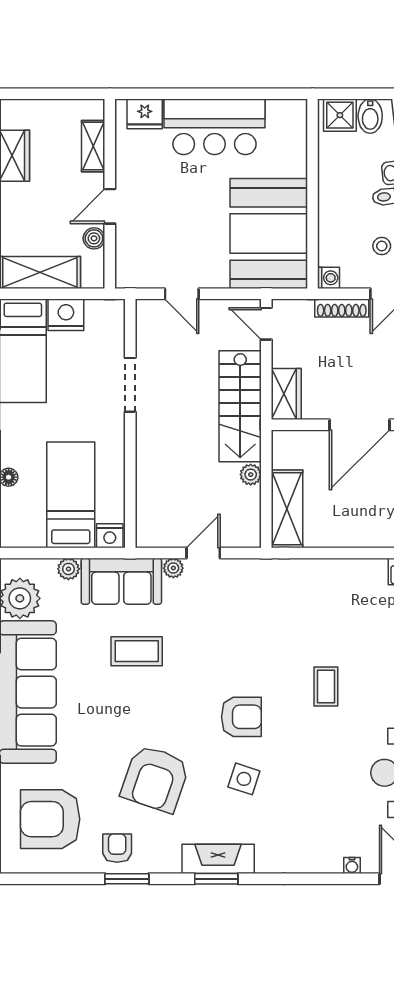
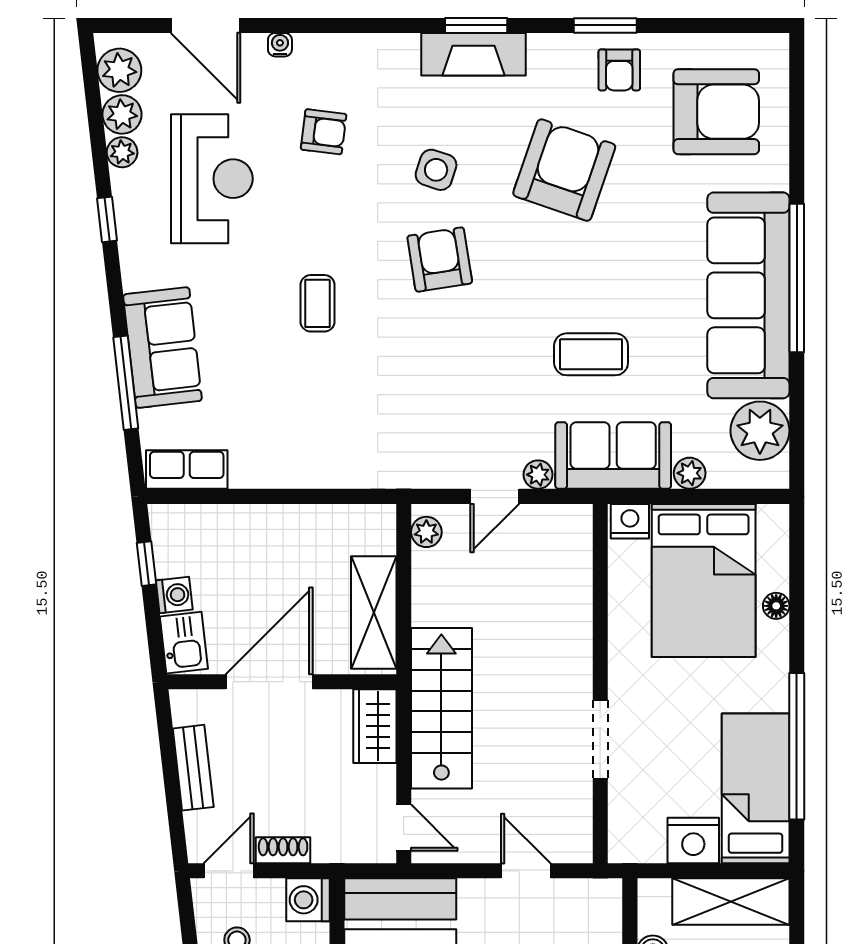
washing machine: (328, 278) -> (308, 900), width x1.38, depth x1.38
shoe rack: (342, 308) -> (283, 850), width x0.70
plant: (251, 475) -> (426, 532), moved
bed: (71, 495) -> (704, 580), width x1.50
shelving: (287, 509) -> (374, 612), moved
armchair: (241, 717) -> (440, 260), turned 81
armchair: (322, 805) -> (324, 132), added

